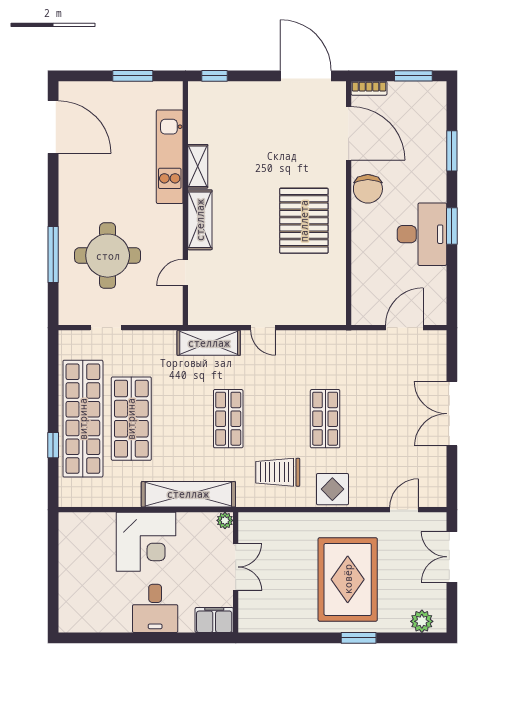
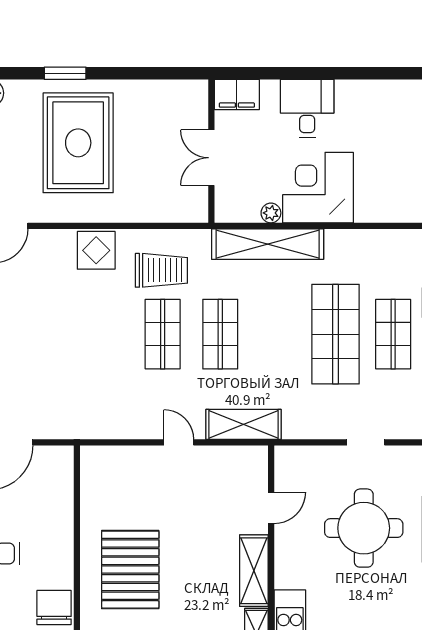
shop shelf: (83, 419) -> (393, 334), width x0.50, depth x0.74
shop shelf: (325, 419) -> (163, 334), moved
plant: (225, 520) -> (271, 213), moved

